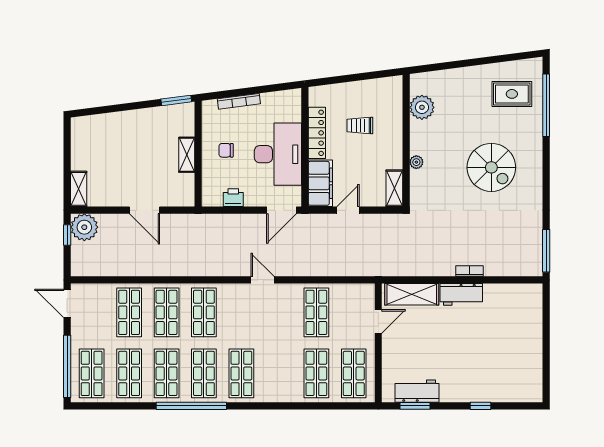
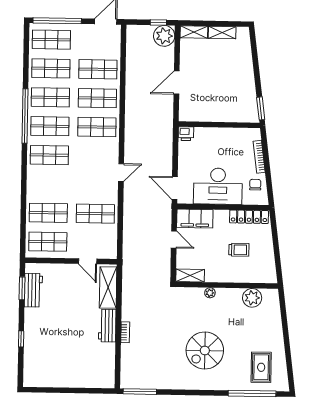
trolley: (360, 125) -> (239, 250), turned 90
locker: (317, 133) -> (249, 217), moved
chair: (226, 150) -> (255, 185), moved
shelving: (187, 155) -> (222, 32), moved
printer: (233, 198) -> (186, 134), moved, turned 90

